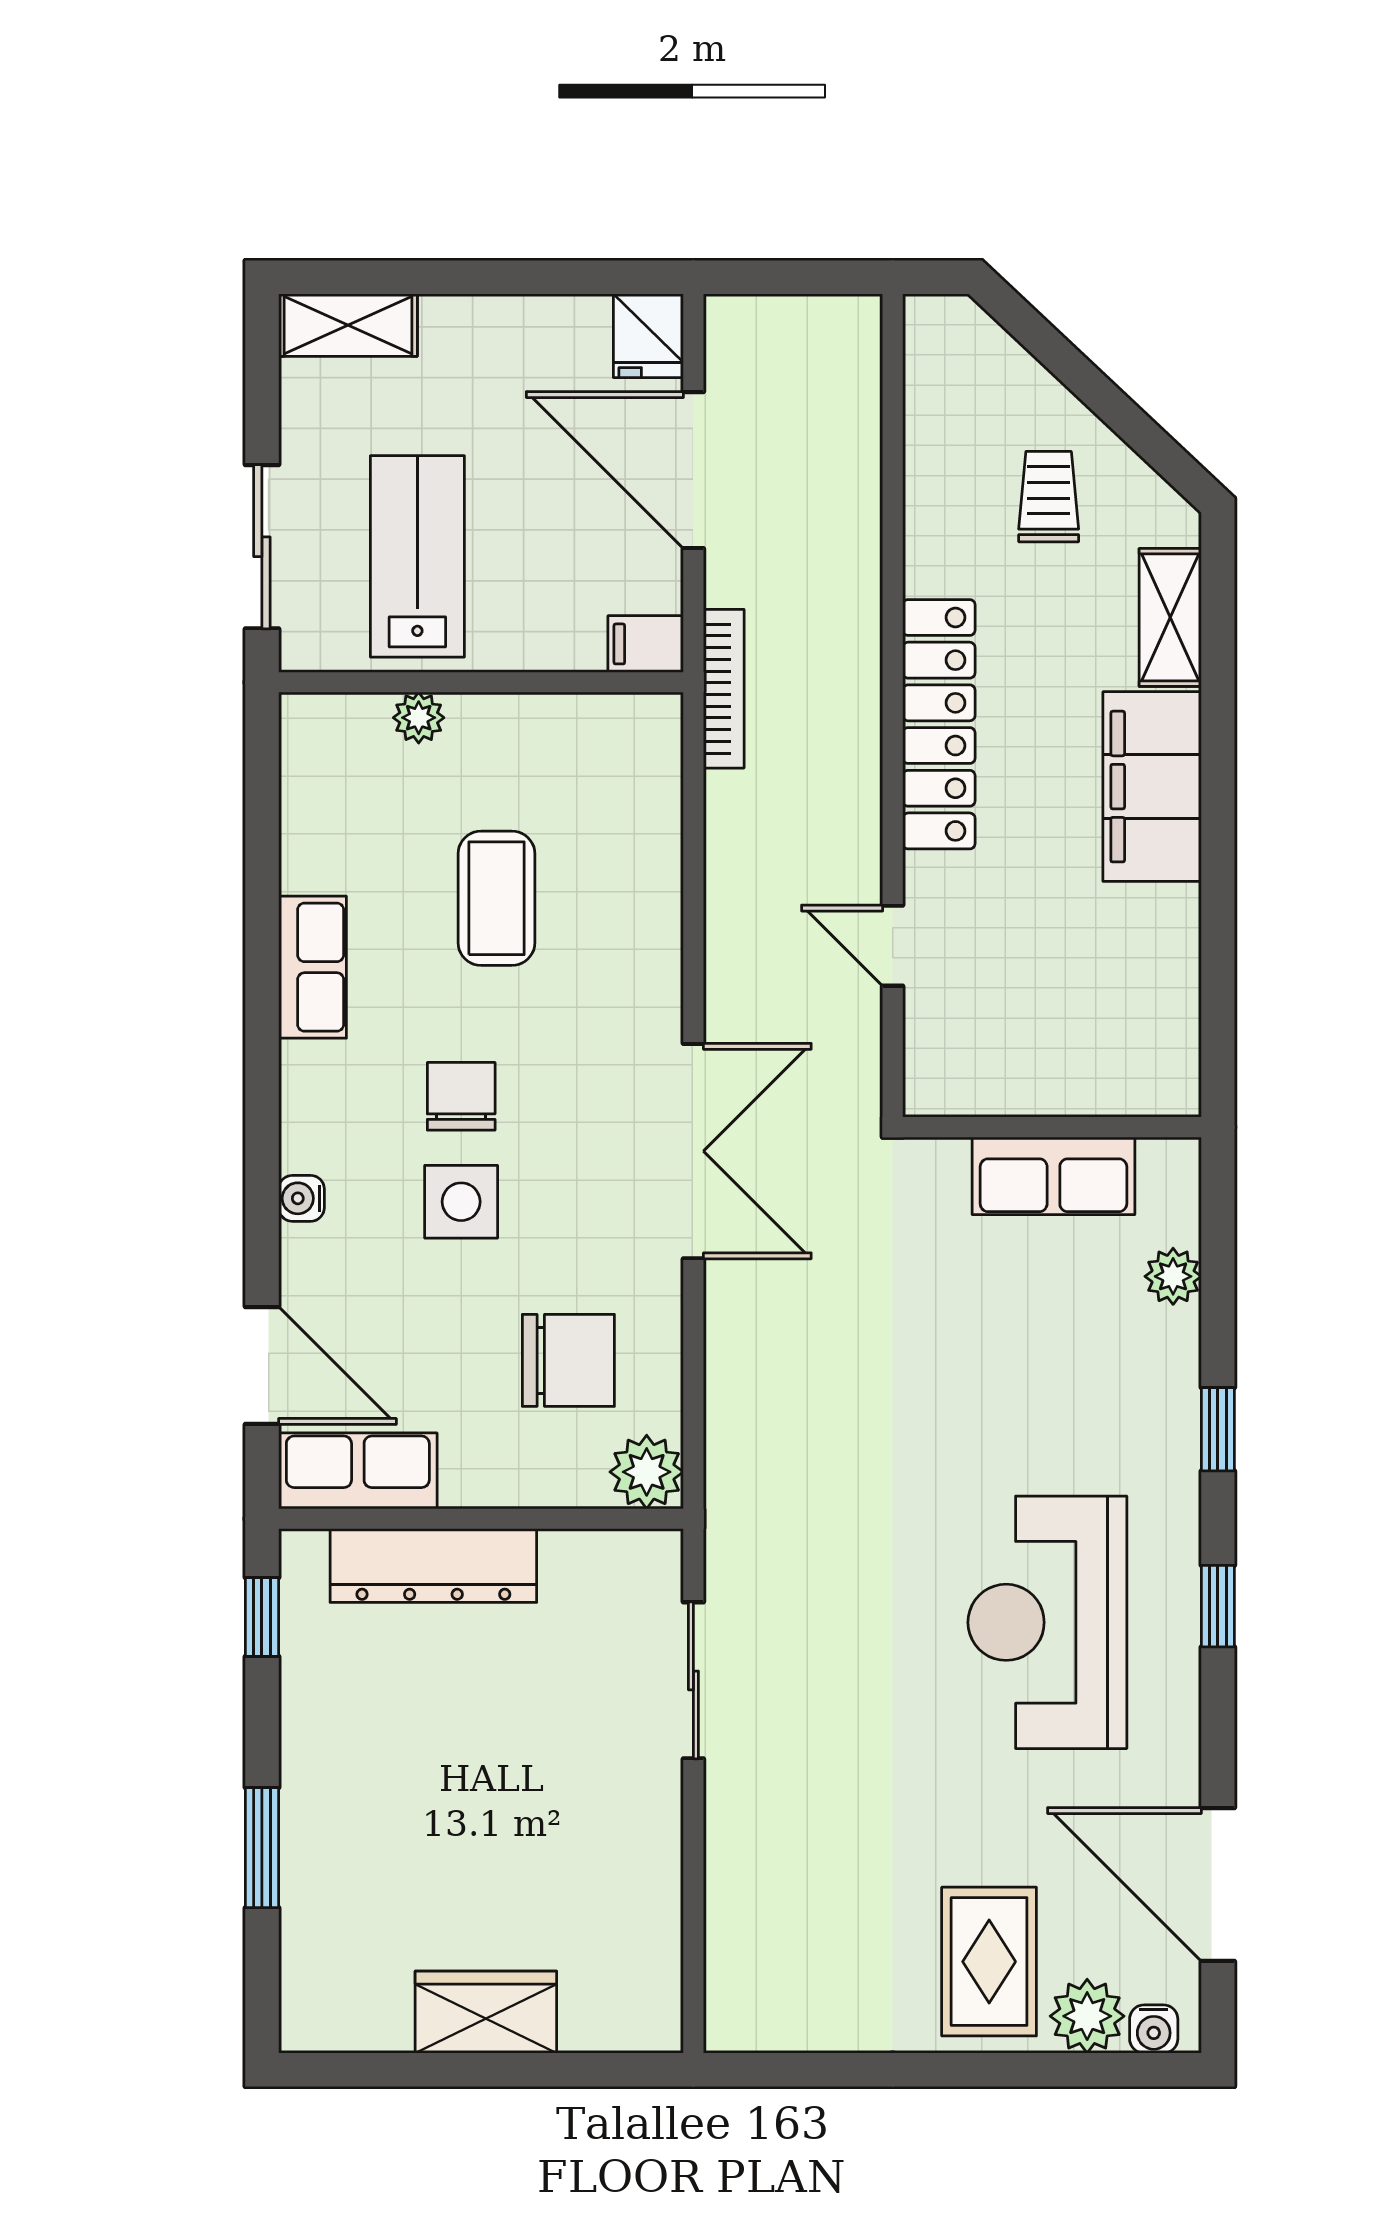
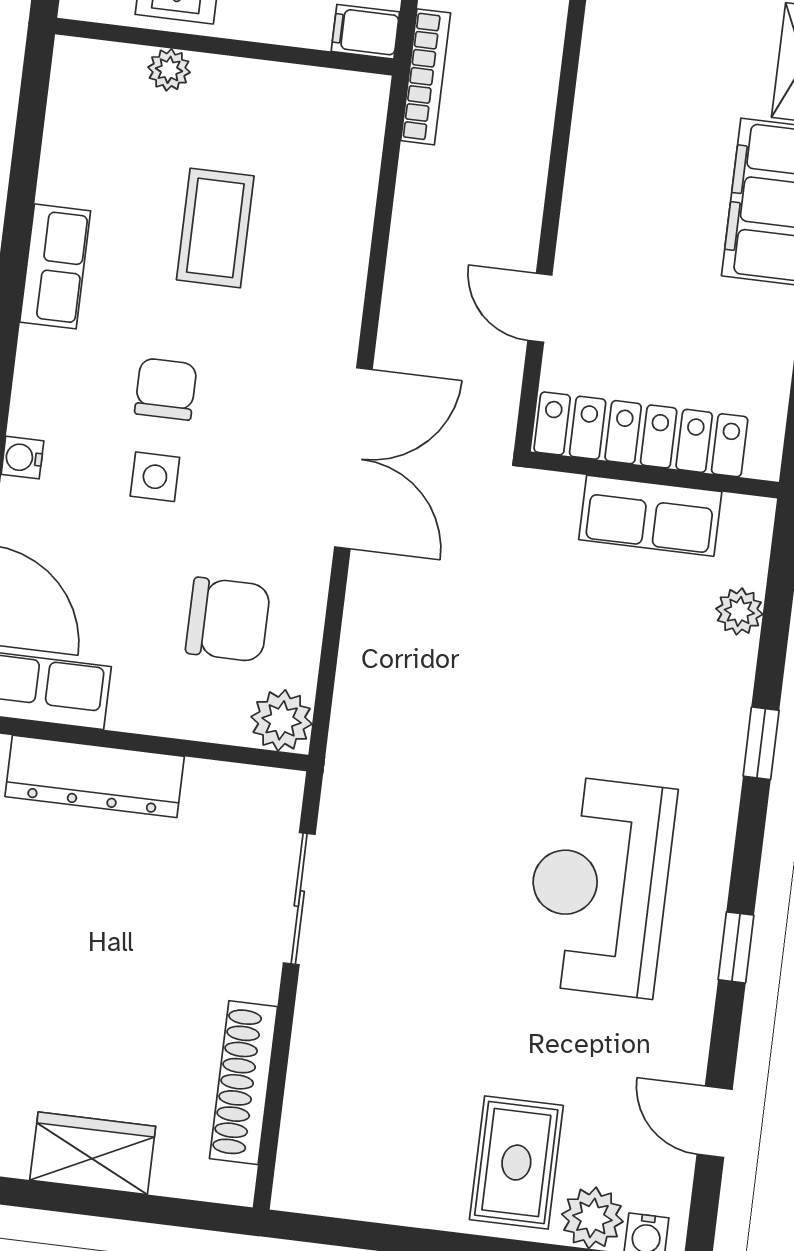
locker: (939, 724) -> (641, 434), moved, turned -90
side table: (461, 1202) -> (155, 477), width x0.73, depth x0.73
window: (1218, 1606) -> (736, 947), moved
door: (1218, 1884) -> (715, 1122), width x0.53
shoe rack: (654, 1907) -> (243, 1083), added

